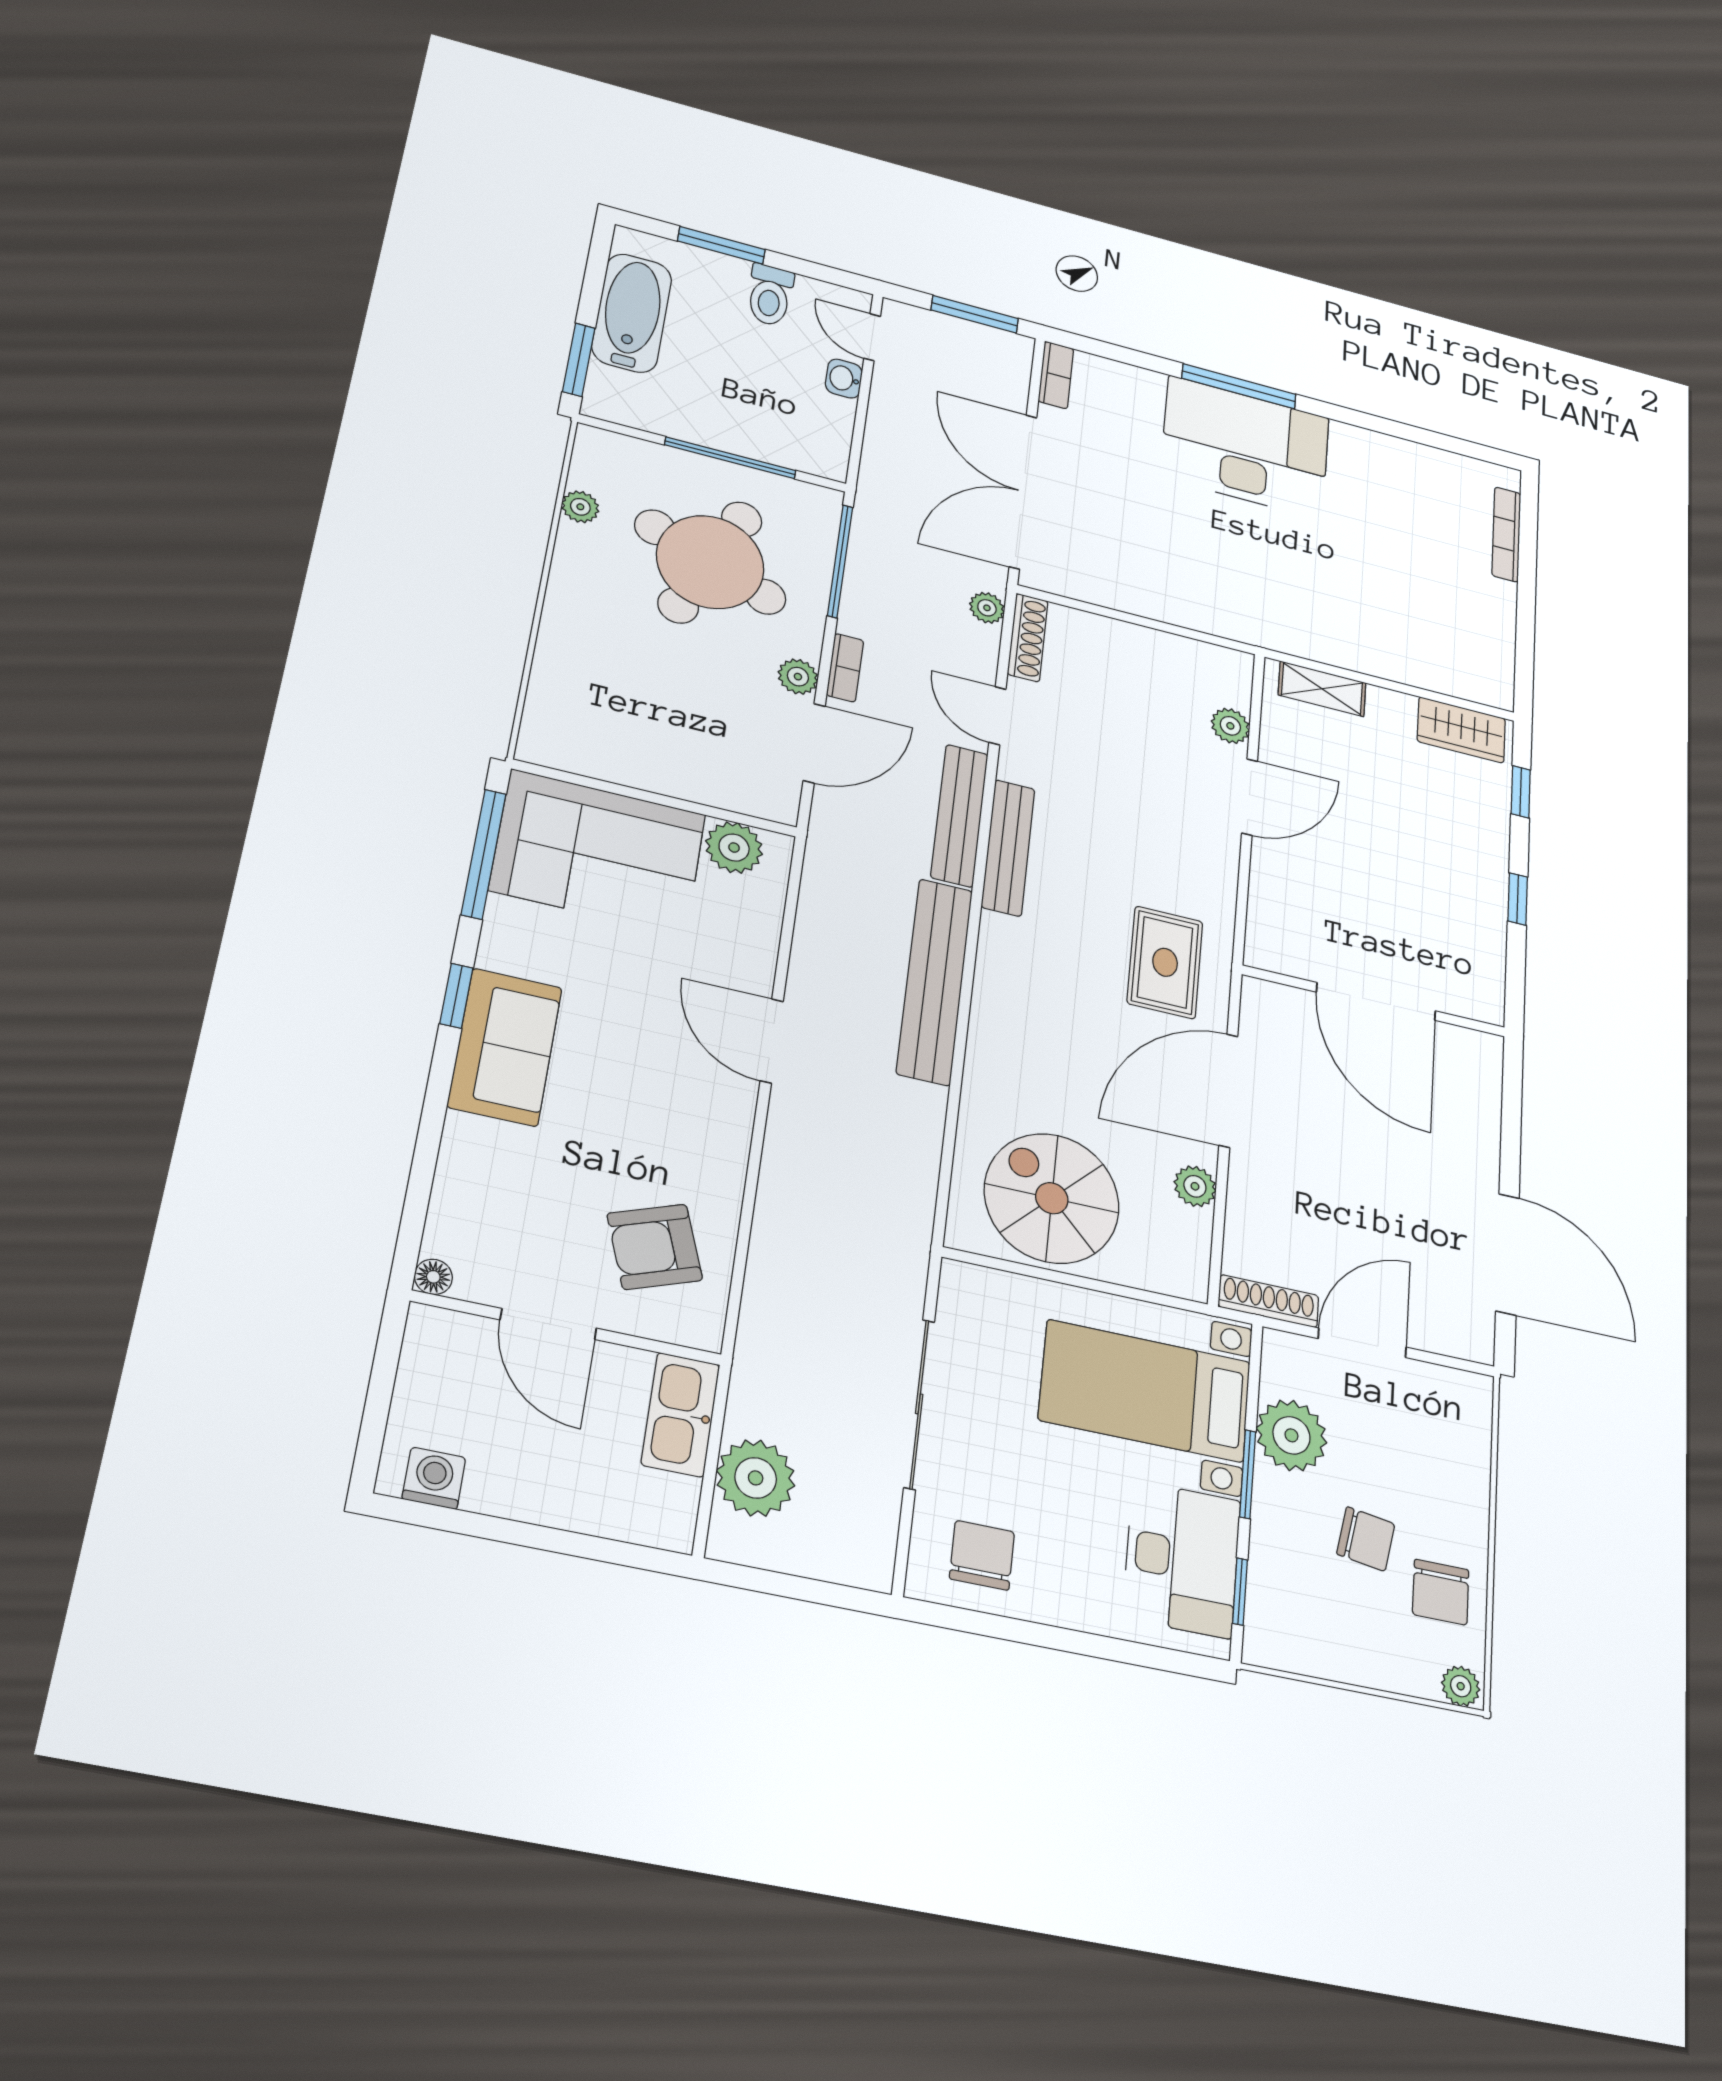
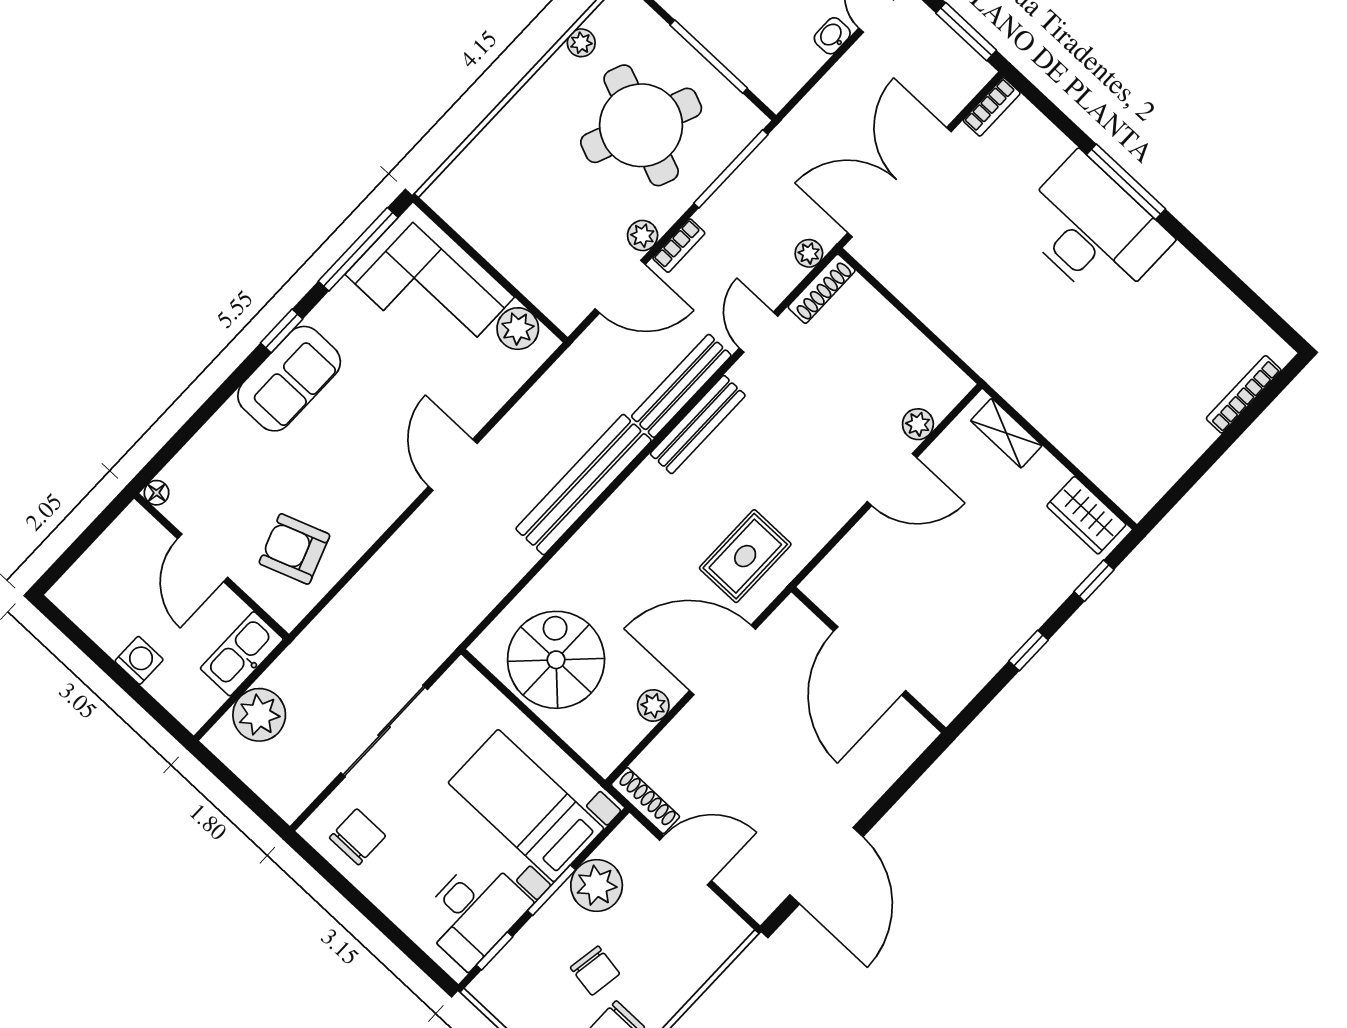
washing machine: (434, 1478) -> (139, 660), moved

